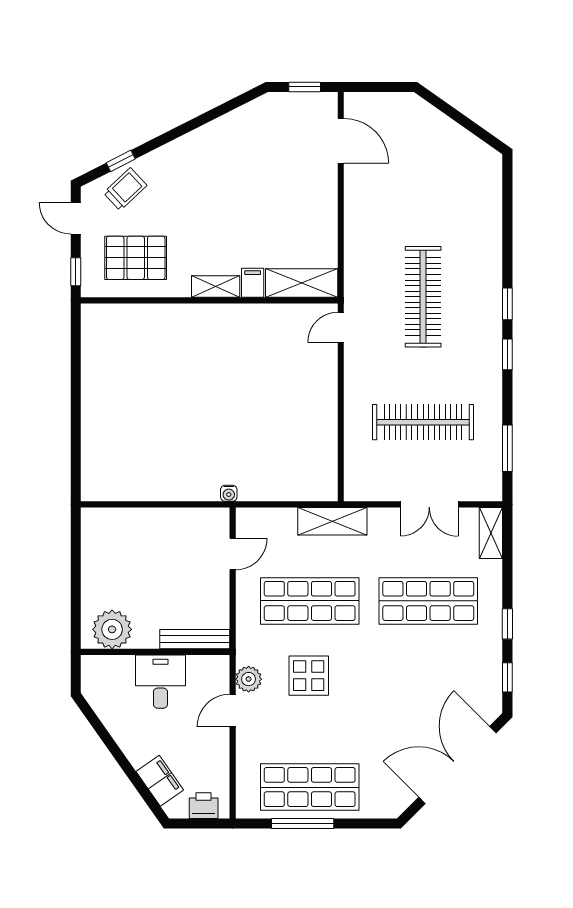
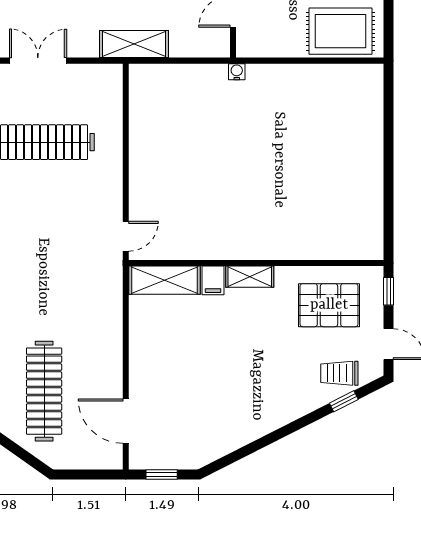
trolley: (125, 189) -> (339, 373), turned 43
clothes rail: (423, 297) -> (44, 391), moved
rug: (124, 534) -> (341, 31), added

